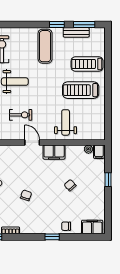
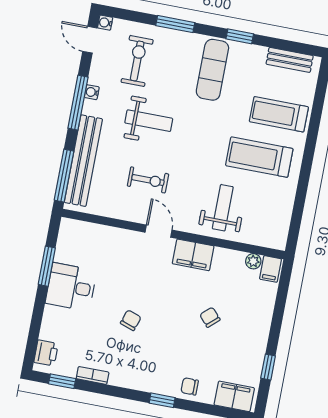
window: (84, 25) -> (175, 24), moved
bench: (76, 32) -> (290, 60), moved
window: (108, 180) -> (268, 367), moved

